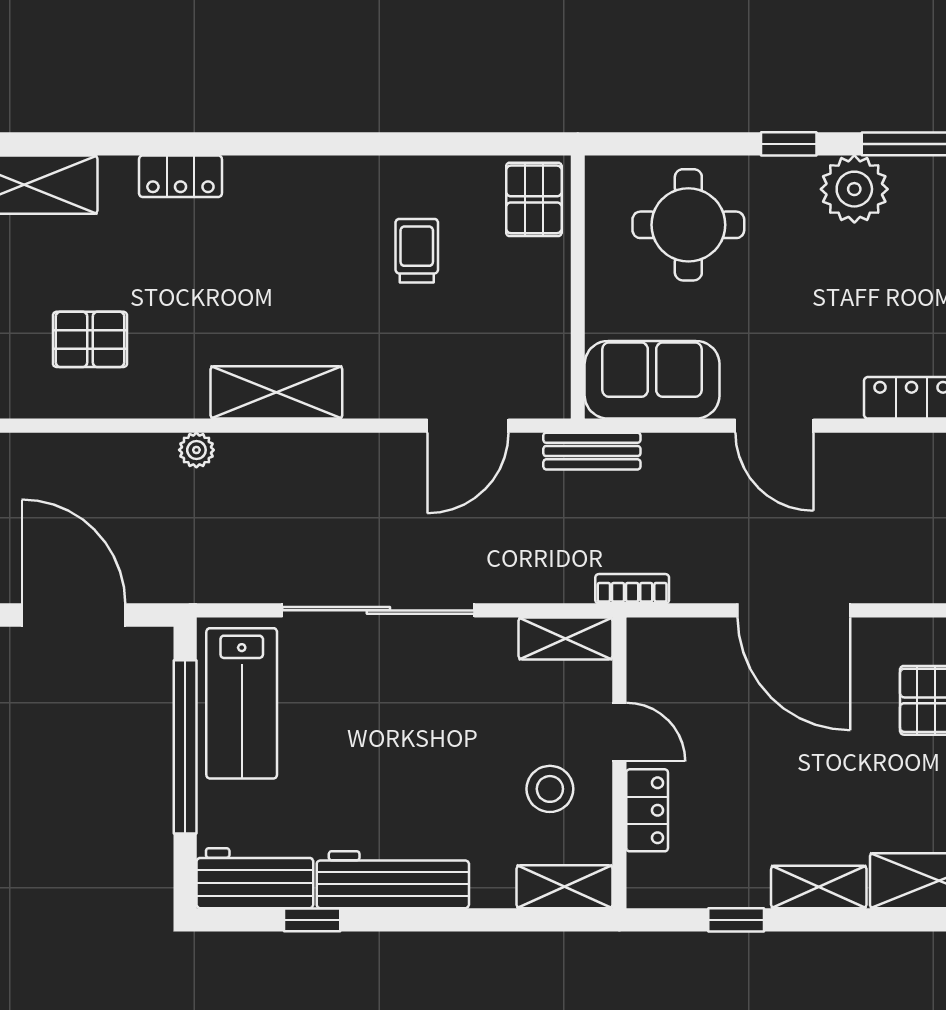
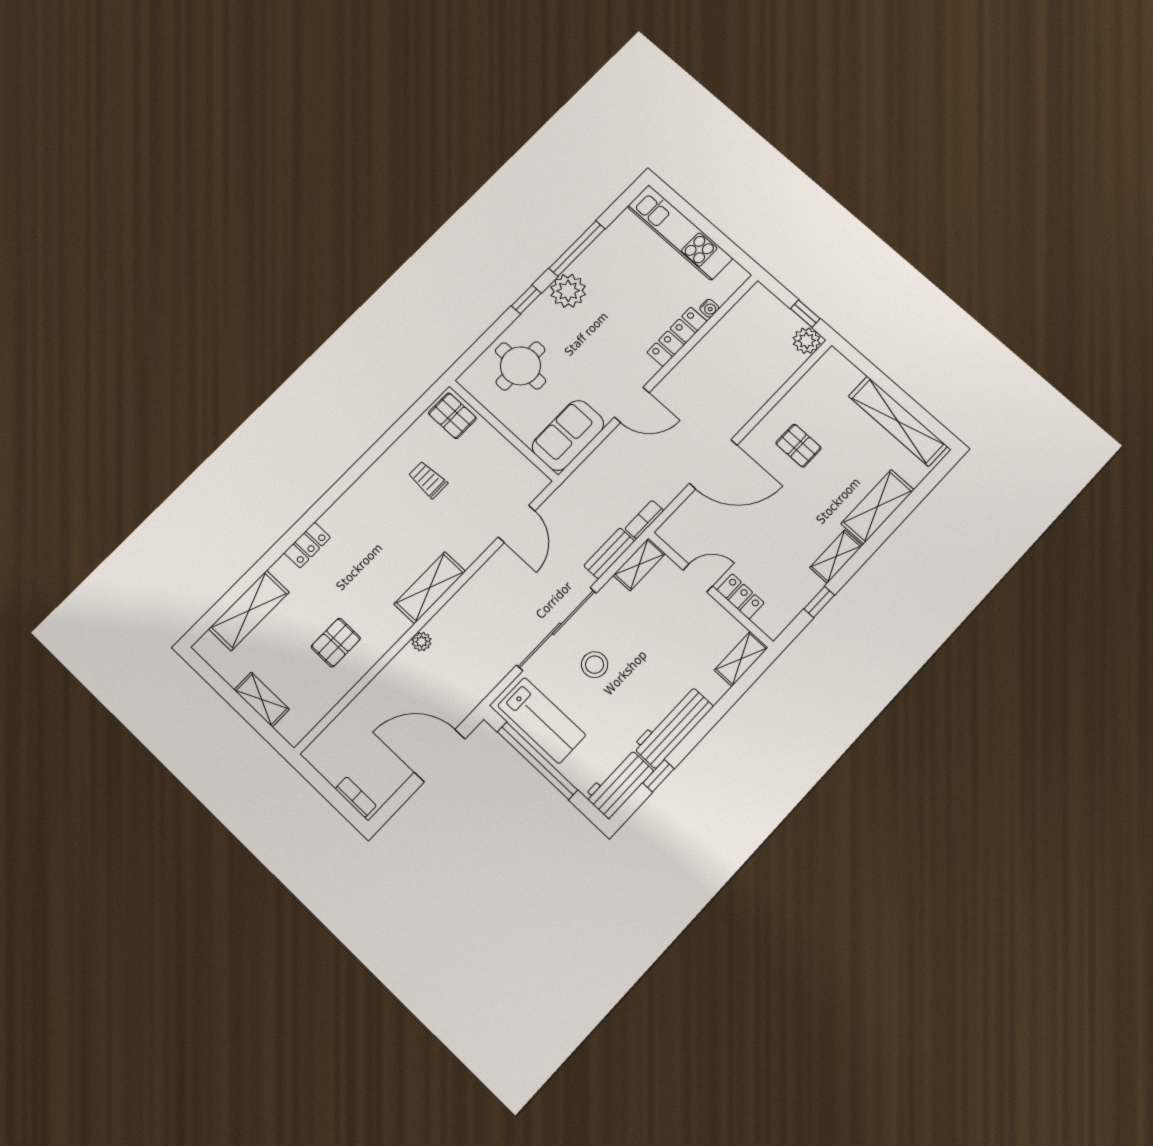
bench: (592, 451) -> (609, 553), moved
stool: (550, 789) -> (595, 665), moved

